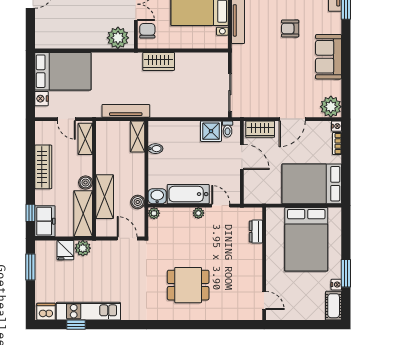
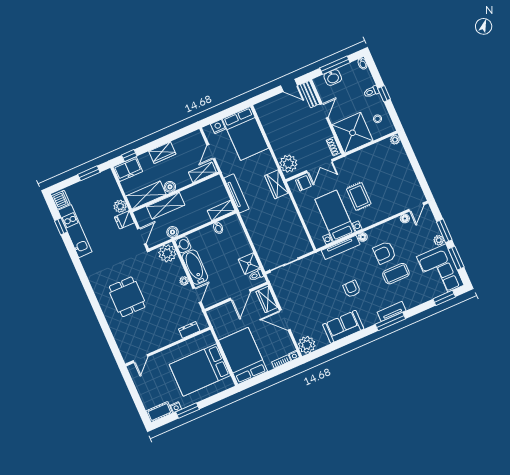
wardrobe: (159, 61) -> (276, 184), moved
wardrobe: (43, 167) -> (162, 153), width x0.67
plant: (154, 213) -> (167, 253), width x1.88, depth x1.88
fridge: (65, 250) -> (124, 220), moved

